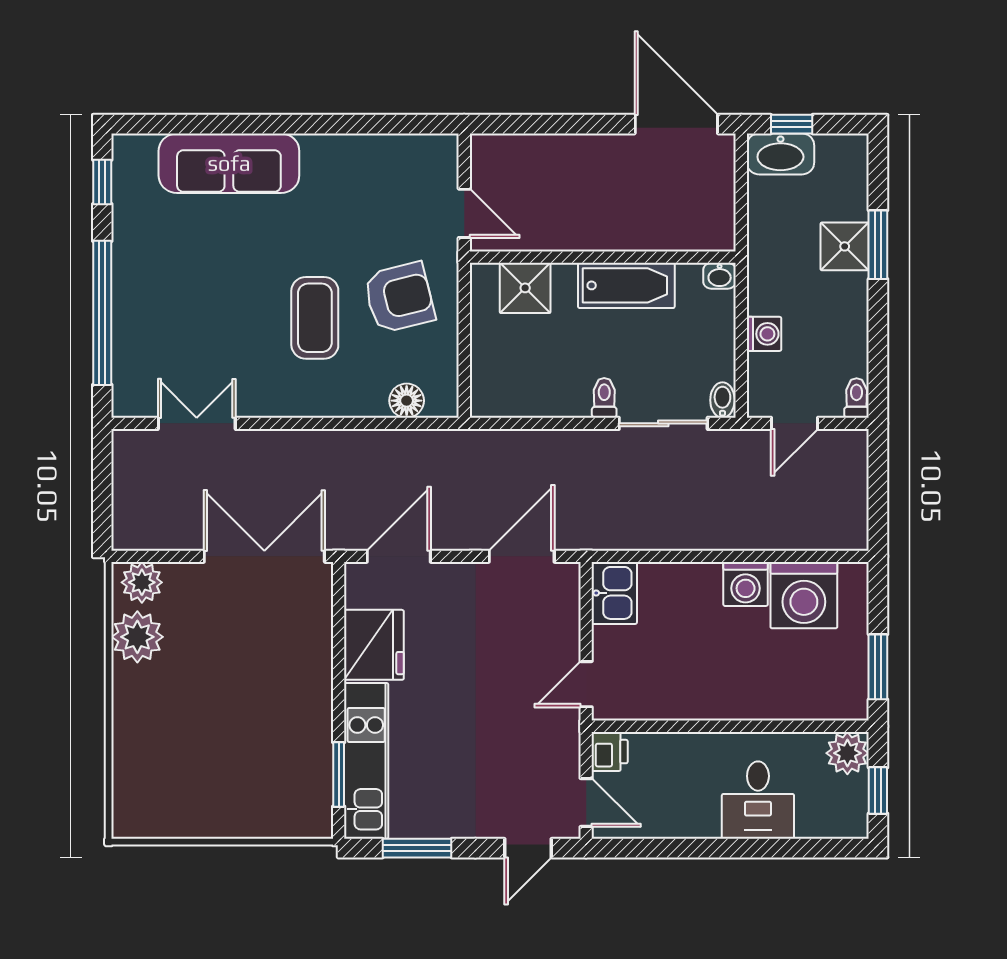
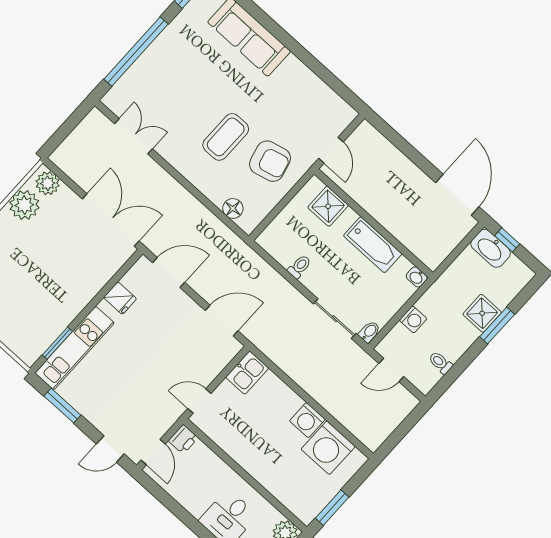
toilet: (604, 398) -> (299, 267), moved
toilet: (857, 398) -> (441, 363), moved, turned -90
fridge: (374, 645) -> (120, 298), width x0.53, depth x0.75

